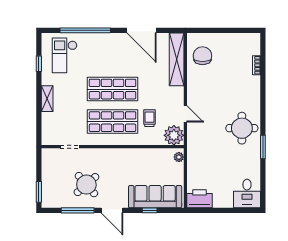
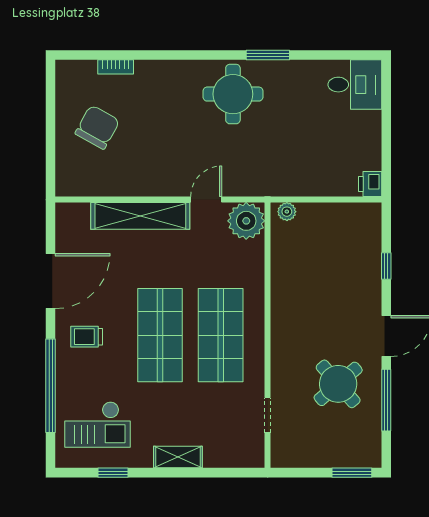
chair: (202, 56) -> (97, 127), moved, turned 119
shelving: (177, 59) -> (140, 216), moved
trolley: (149, 118) -> (87, 337), moved
sofa: (155, 197) -> (361, 256), removed
printer: (200, 199) -> (370, 184), width x0.53, depth x0.68

